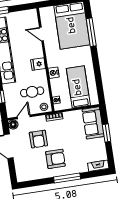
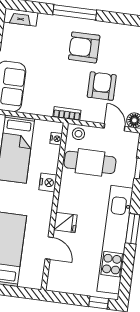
fridge: (38, 64) -> (65, 222), moved
cafe table: (32, 92) -> (90, 162), width x1.37, depth x1.35
door: (24, 117) -> (114, 127), swing flipped

